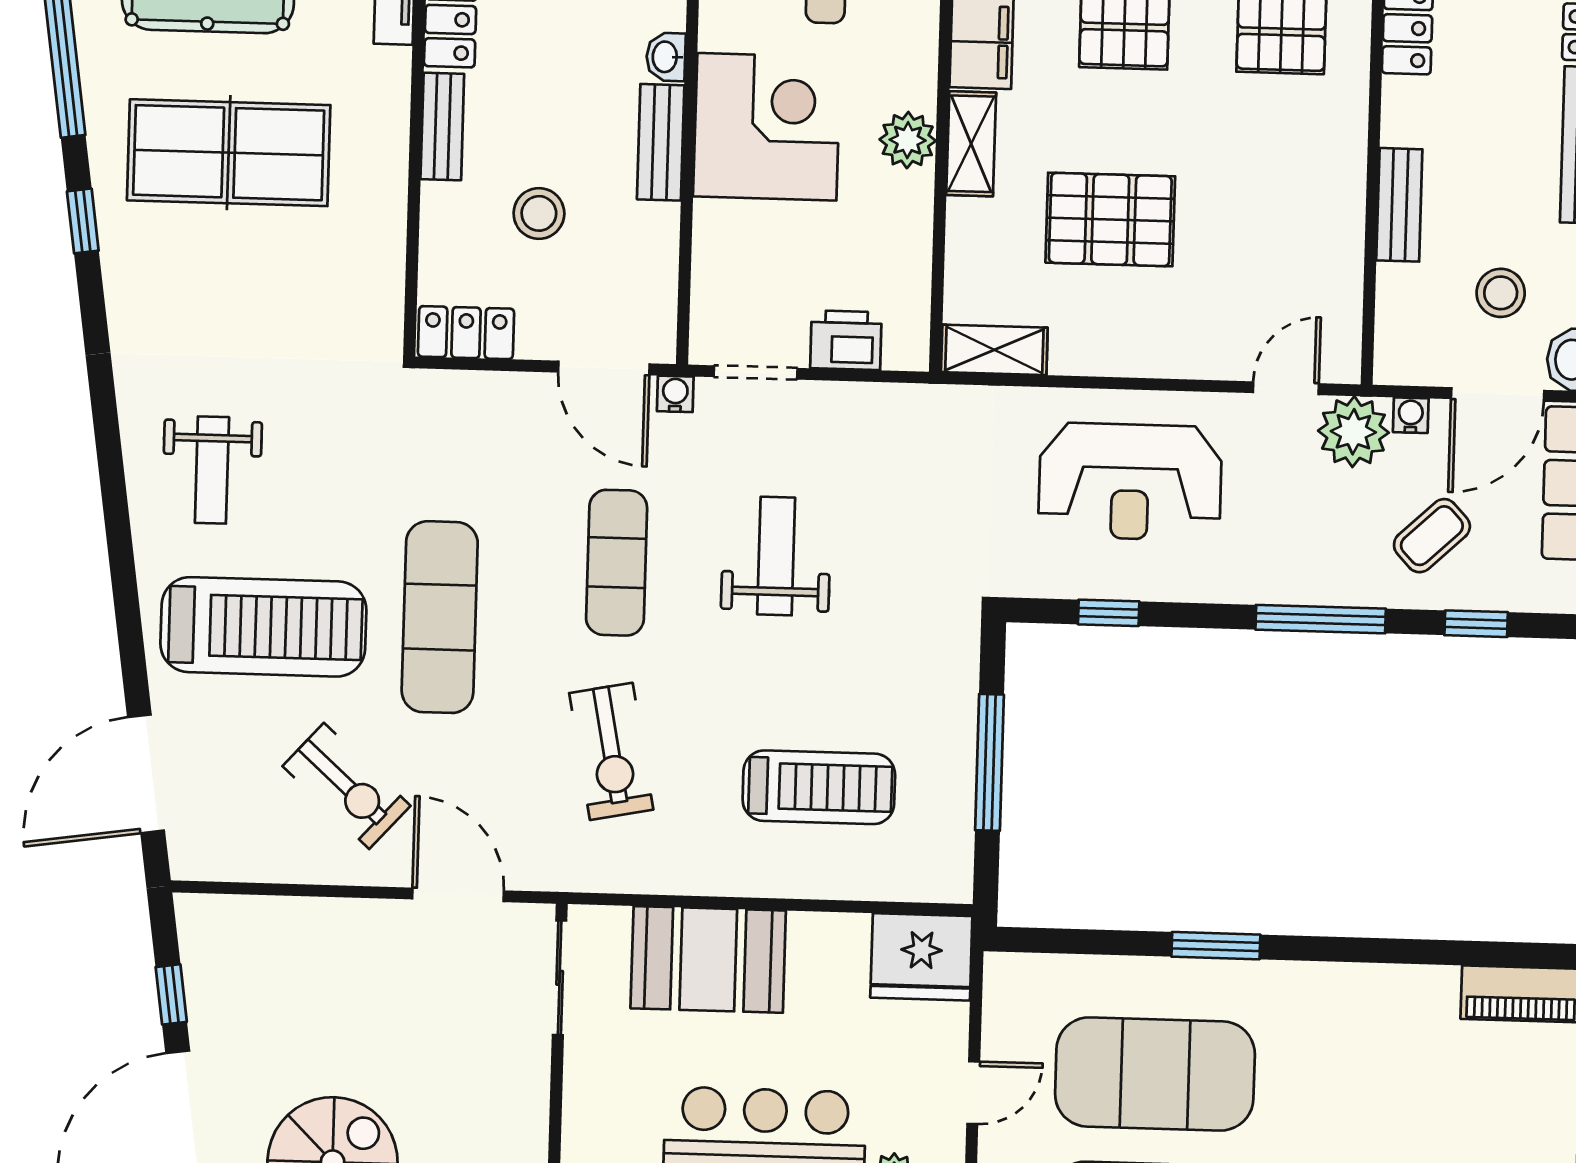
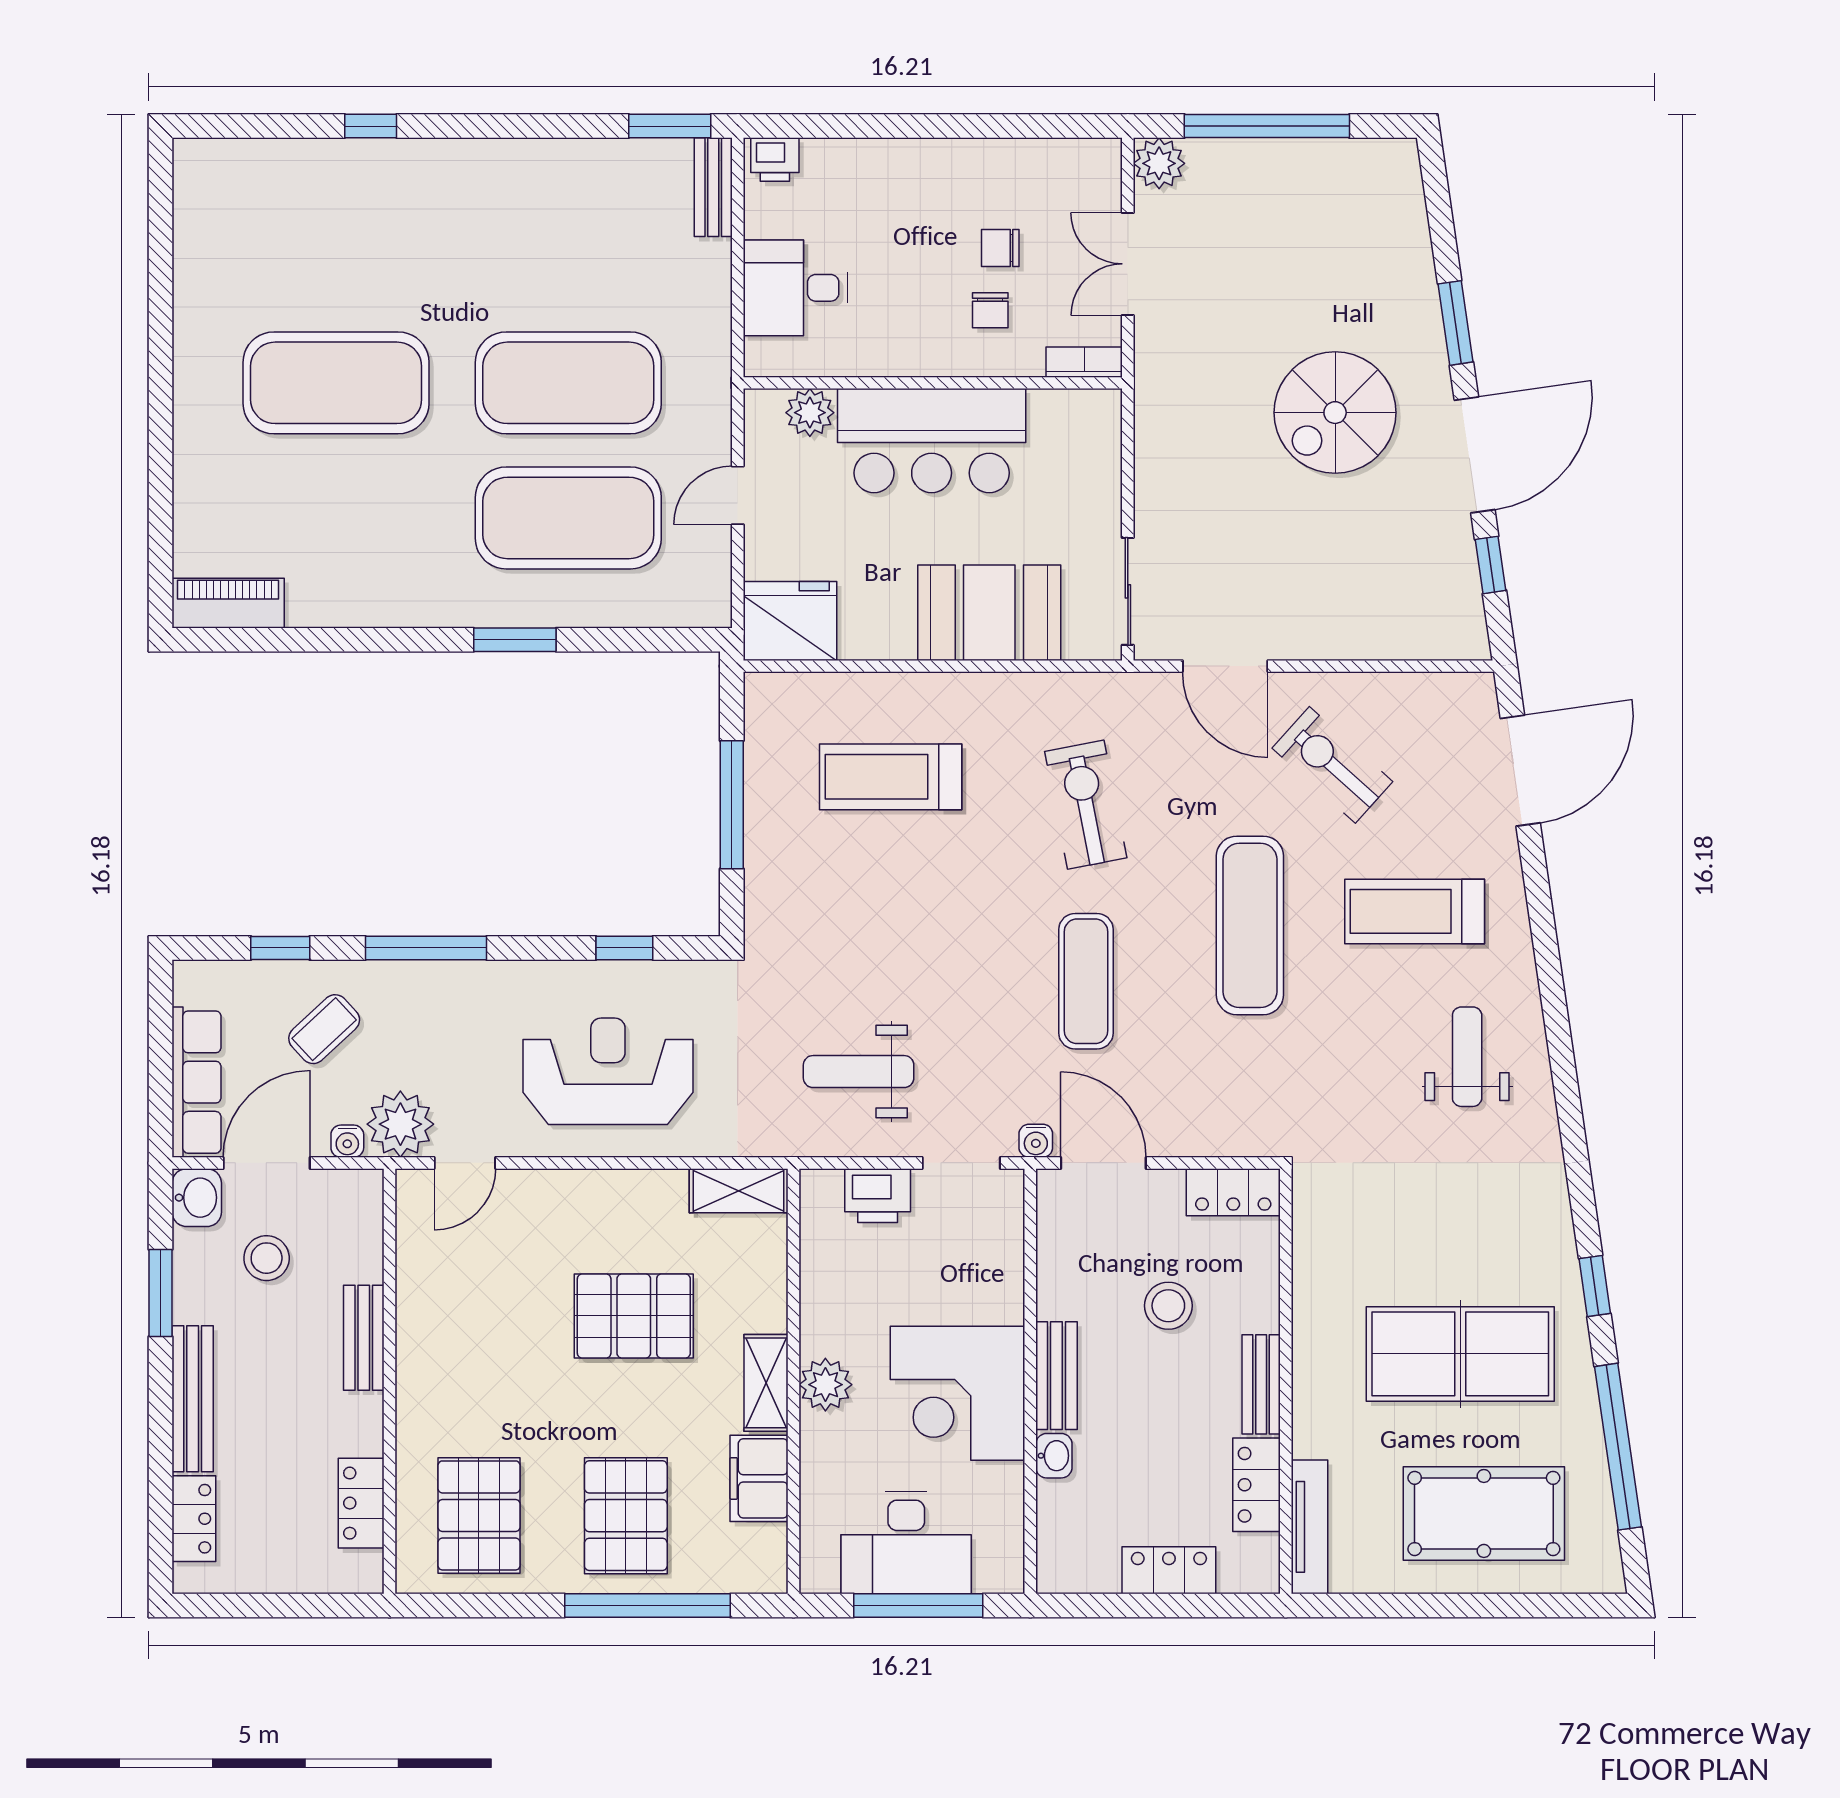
weight bench: (776, 556) -> (859, 1072), moved, turned 90
treadmill: (263, 627) -> (1415, 911), width x0.73, depth x0.73

